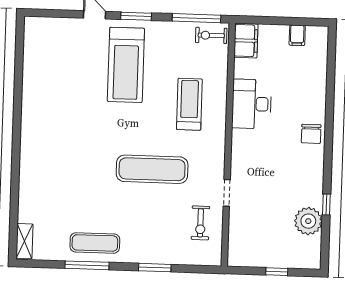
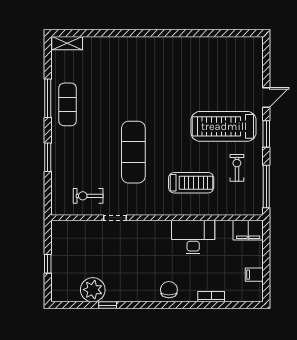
exercise bike: (211, 35) -> (237, 168), moved
bookcase: (321, 86) -> (211, 297), added
chair: (311, 134) -> (169, 290), turned 90

